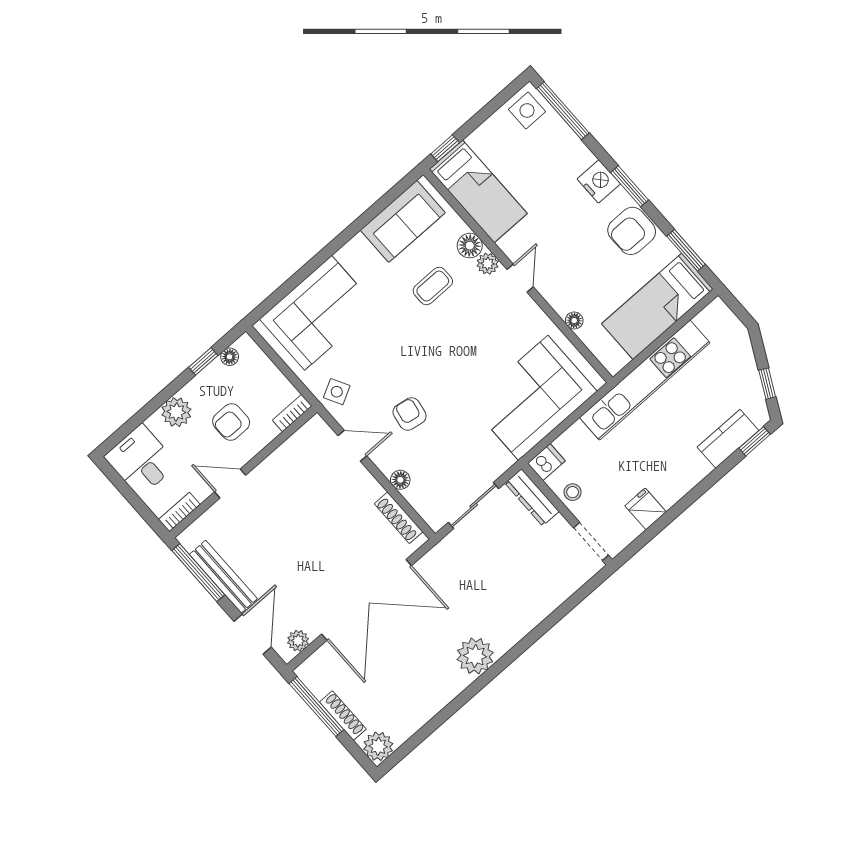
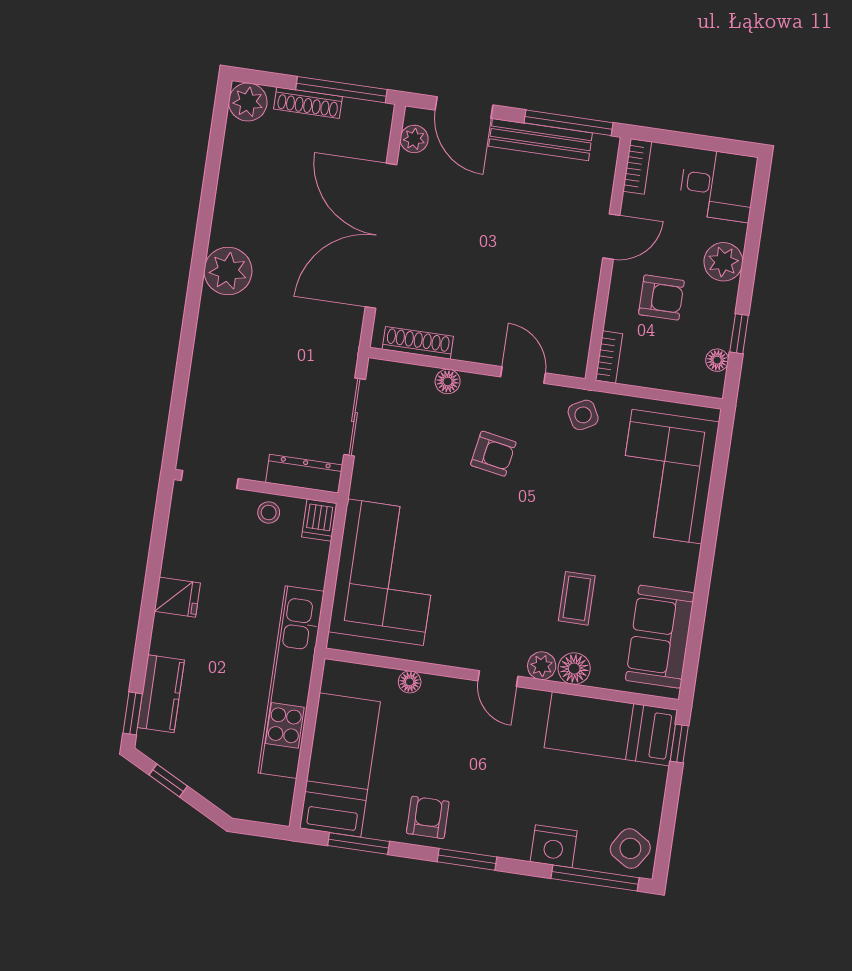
side table: (527, 110) -> (630, 848), turned 32
nightstand: (599, 181) -> (554, 846), moved
armchair: (632, 231) -> (428, 817), width x0.72, depth x0.72
armchair: (231, 422) -> (661, 298), turned 90
door: (352, 446) -> (523, 375), swing flipped
fridge: (646, 509) -> (177, 597), moved

